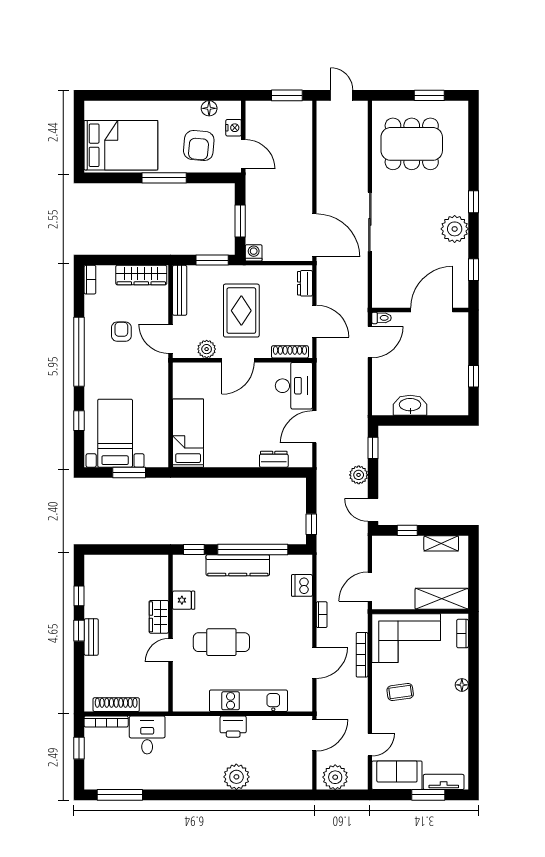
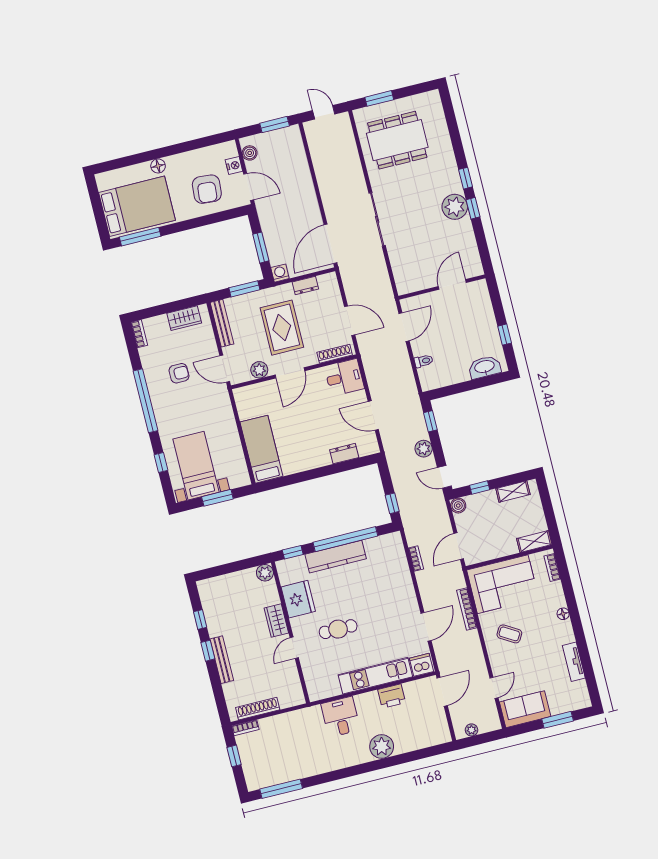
window: (429, 95) -> (379, 98), moved
floor lamp: (209, 108) -> (158, 166), moved
boiler: (253, 119) -> (250, 153), added
window: (164, 178) -> (140, 237), moved
door: (314, 235) -> (330, 244), swing flipped
window: (473, 270) -> (473, 208), moved
wardrobe: (141, 275) -> (184, 318), width x0.67
dresser: (305, 283) -> (305, 285), moved, turned -90
door: (432, 310) -> (452, 284), width x0.73
toilet: (381, 318) -> (424, 361), moved
armchair: (121, 332) -> (179, 373), turned 90
desk: (294, 386) -> (344, 377), width x0.73
washbasin: (410, 405) -> (485, 367), moved
door: (314, 427) -> (373, 416), hinge flipped
boiler: (380, 544) -> (458, 506), added
plant: (159, 564) -> (265, 573), added
dishwasher: (302, 585) -> (421, 665), moved, turned 90
shelving: (442, 599) -> (534, 542), width x0.67, depth x0.75
fridge: (184, 600) -> (298, 599), width x1.88, depth x1.34
bookcase: (322, 615) -> (416, 559), moved
bench: (91, 637) -> (222, 660), width x1.36
cafe table: (221, 642) -> (338, 629), width x0.73, depth x0.74
coffee table: (400, 692) -> (509, 634), turned 39
bookcase: (106, 722) -> (245, 728), width x0.64
printer: (233, 727) -> (392, 696), moved
desk: (147, 735) -> (341, 717), moved
plant: (335, 777) -> (471, 730), width x0.53, depth x0.53
tv unit: (444, 782) -> (574, 662), moved, turned -90

